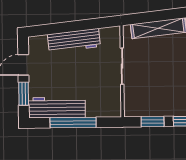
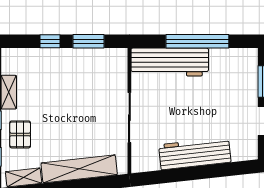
workbench: (57, 108) -> (170, 62), moved

